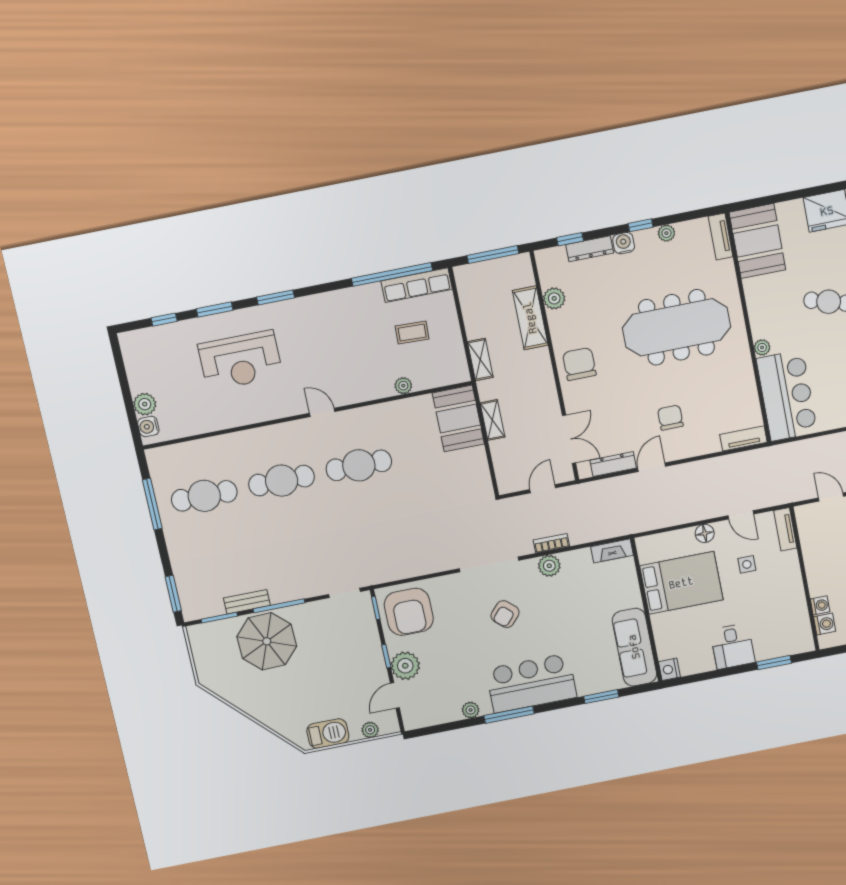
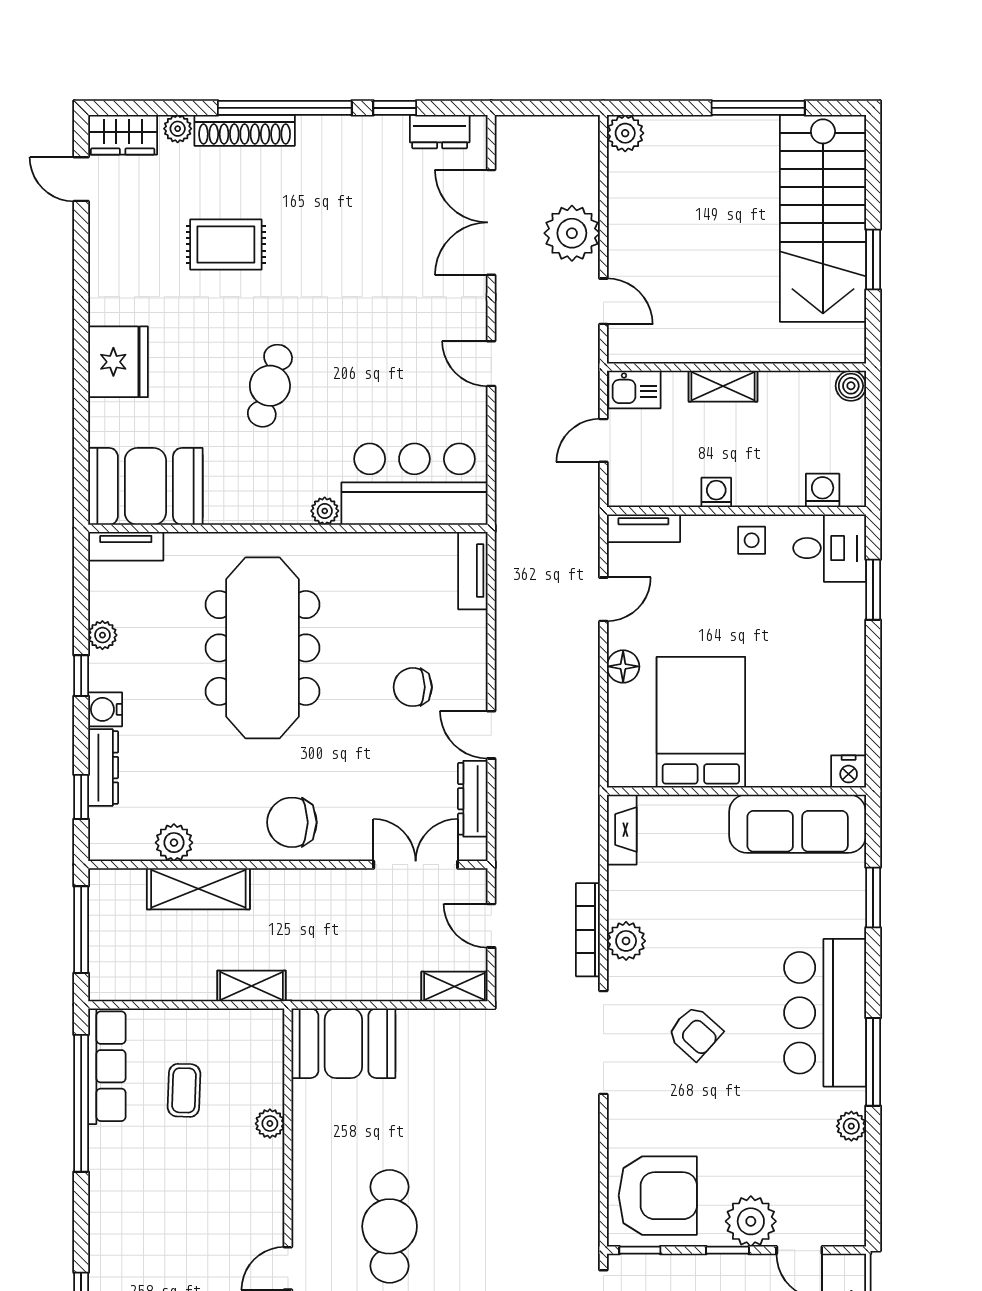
shelving: (493, 420) -> (455, 986), moved
bookcase: (551, 543) -> (588, 930), width x1.56
side table: (747, 564) -> (752, 540), moved
washing machine: (820, 605) -> (716, 492), moved
desk: (733, 646) -> (830, 548), moved

